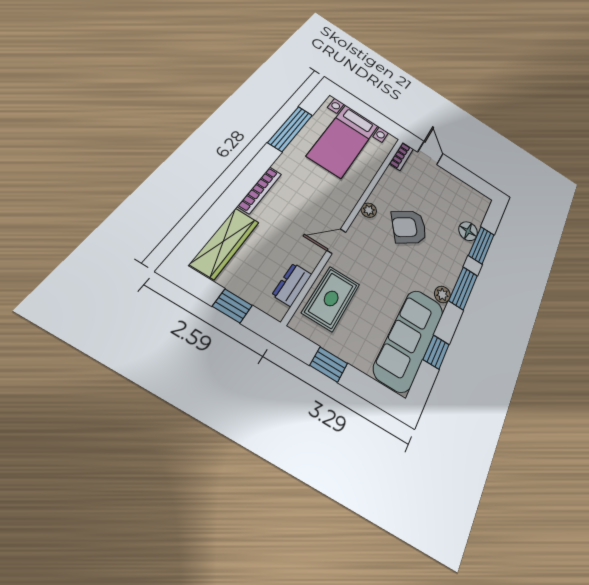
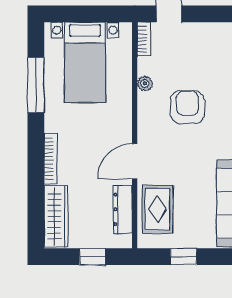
plant: (369, 210) -> (145, 83), moved
armchair: (409, 227) -> (187, 107), turned 126
door: (336, 241) -> (135, 161), width x1.38
dresser: (292, 284) -> (123, 209), width x1.44

